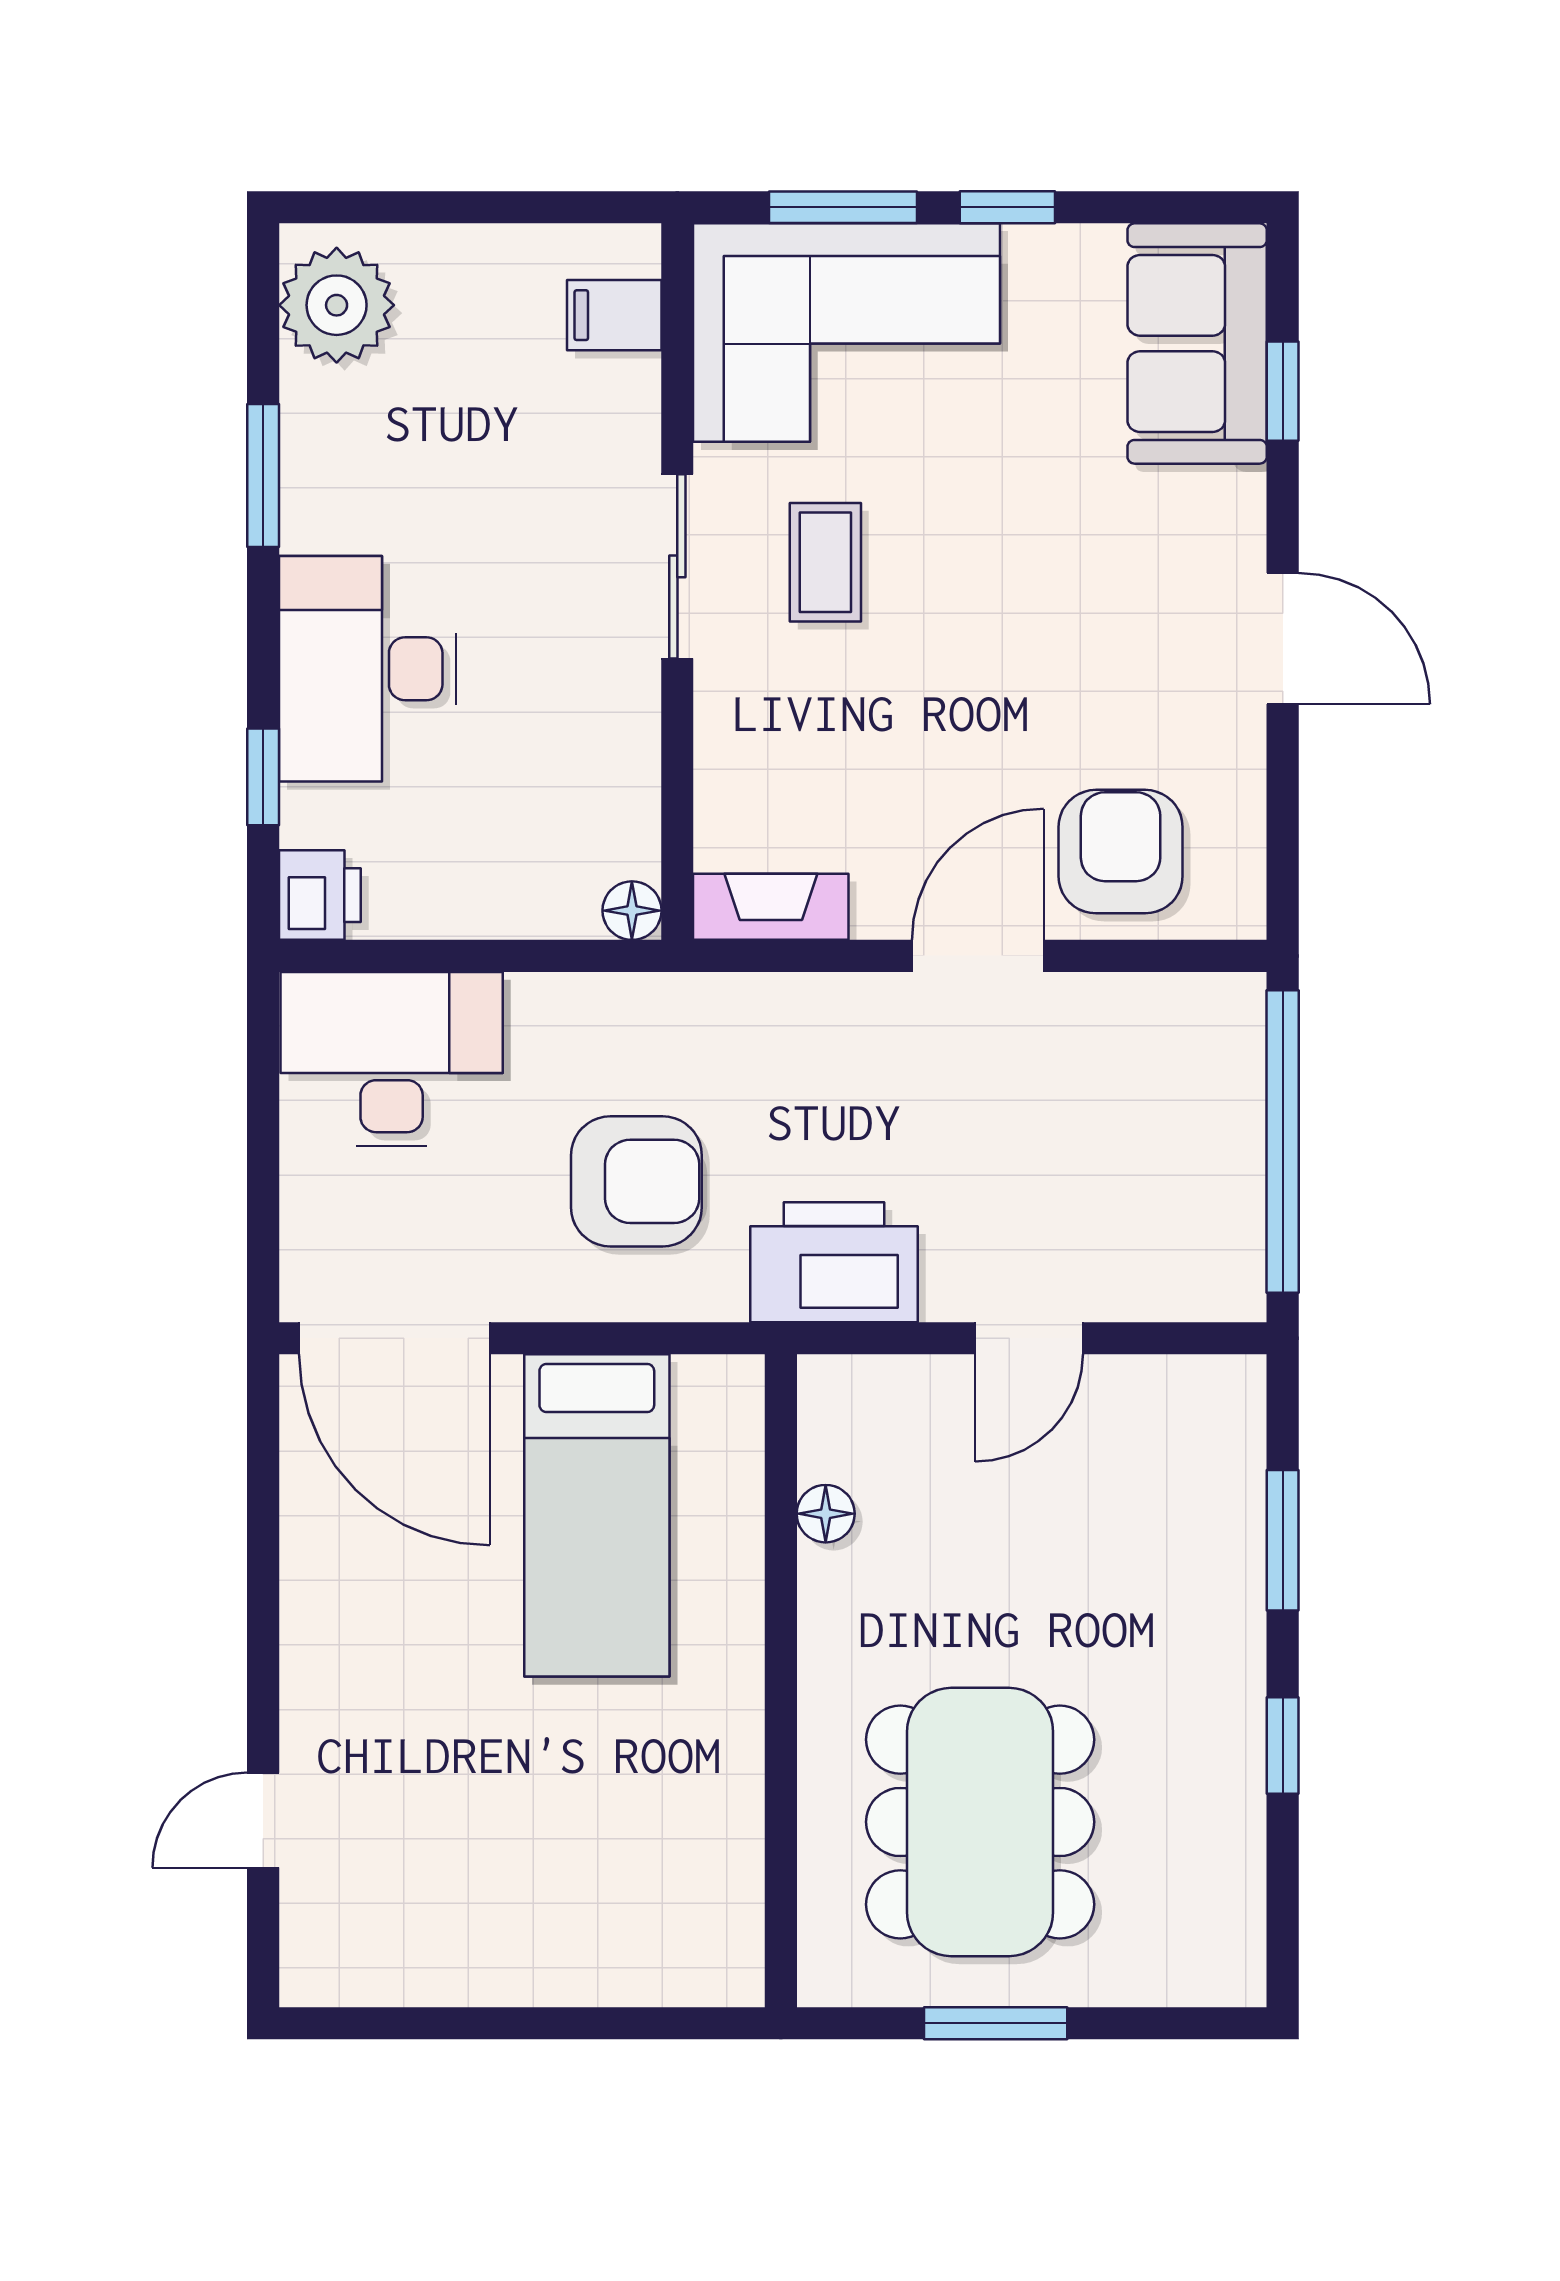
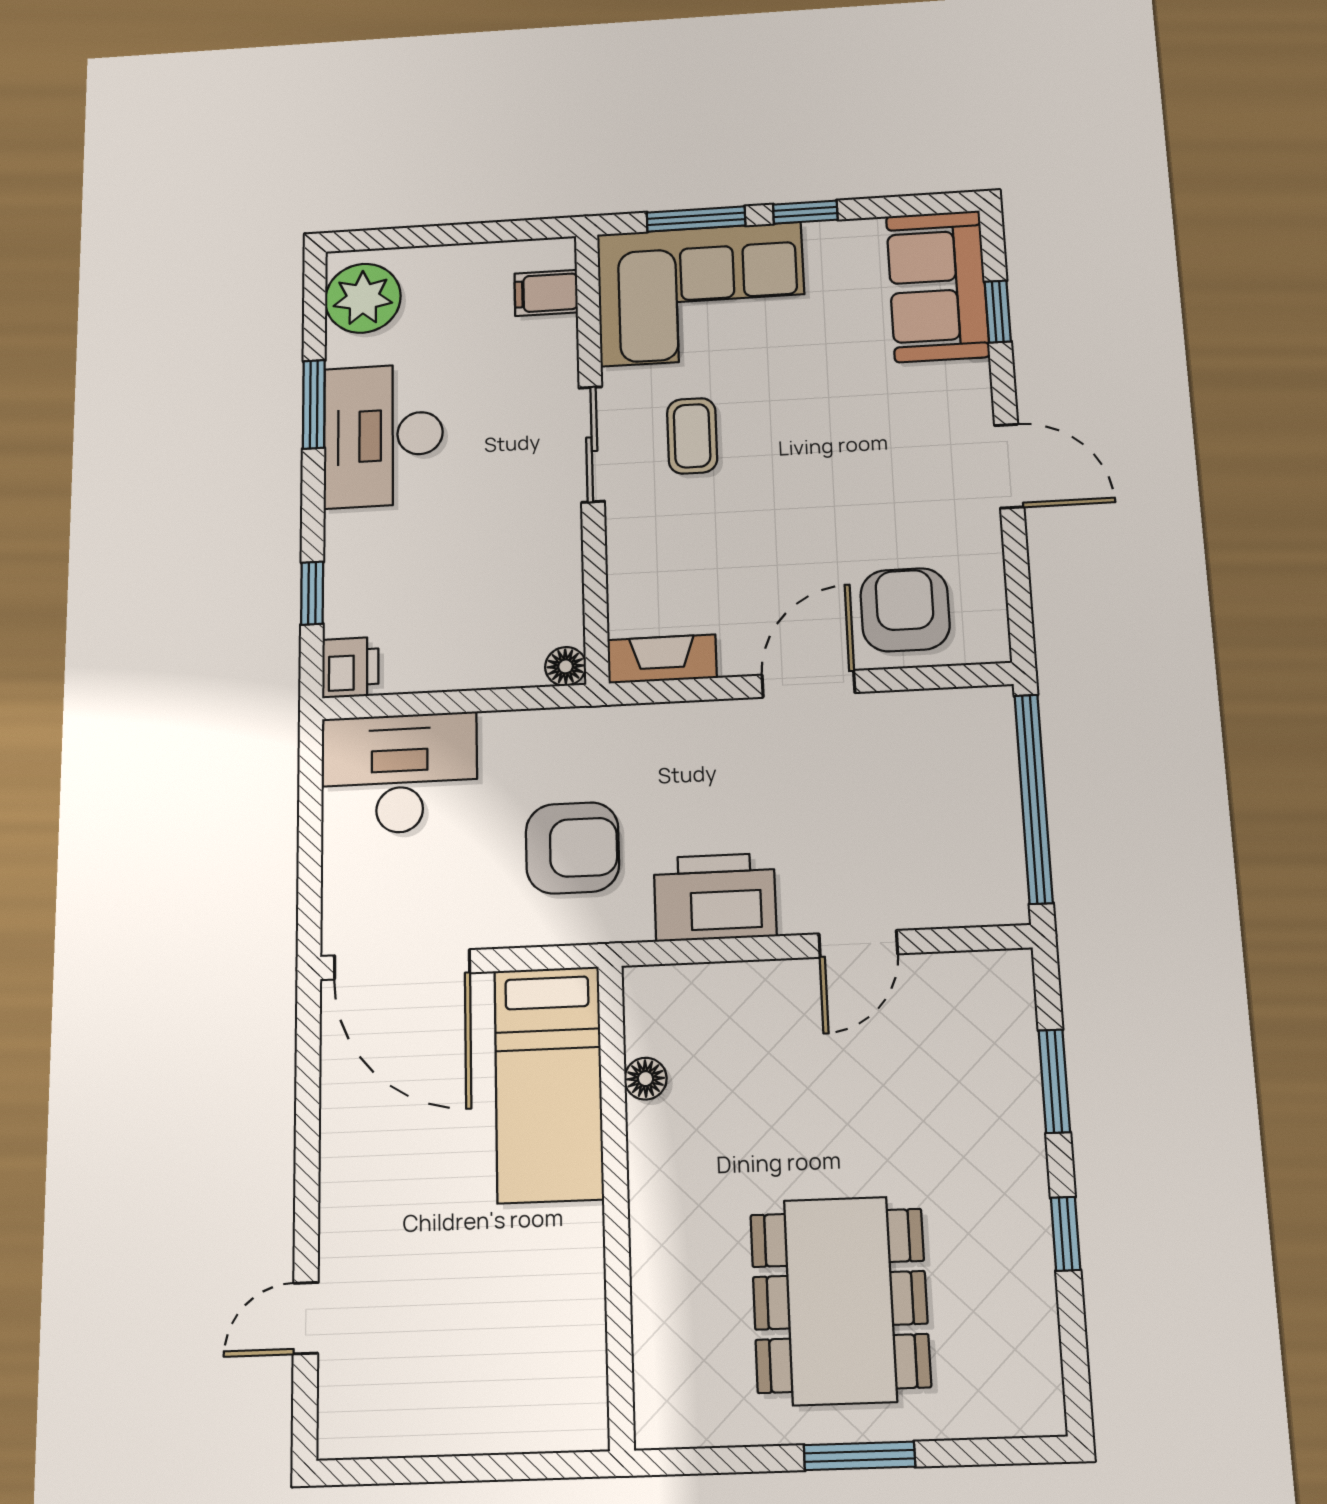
desk: (368, 669) -> (383, 435), moved
floor lamp: (826, 1514) -> (646, 1079), moved
wall: (781, 1681) -> (616, 1202), moved

